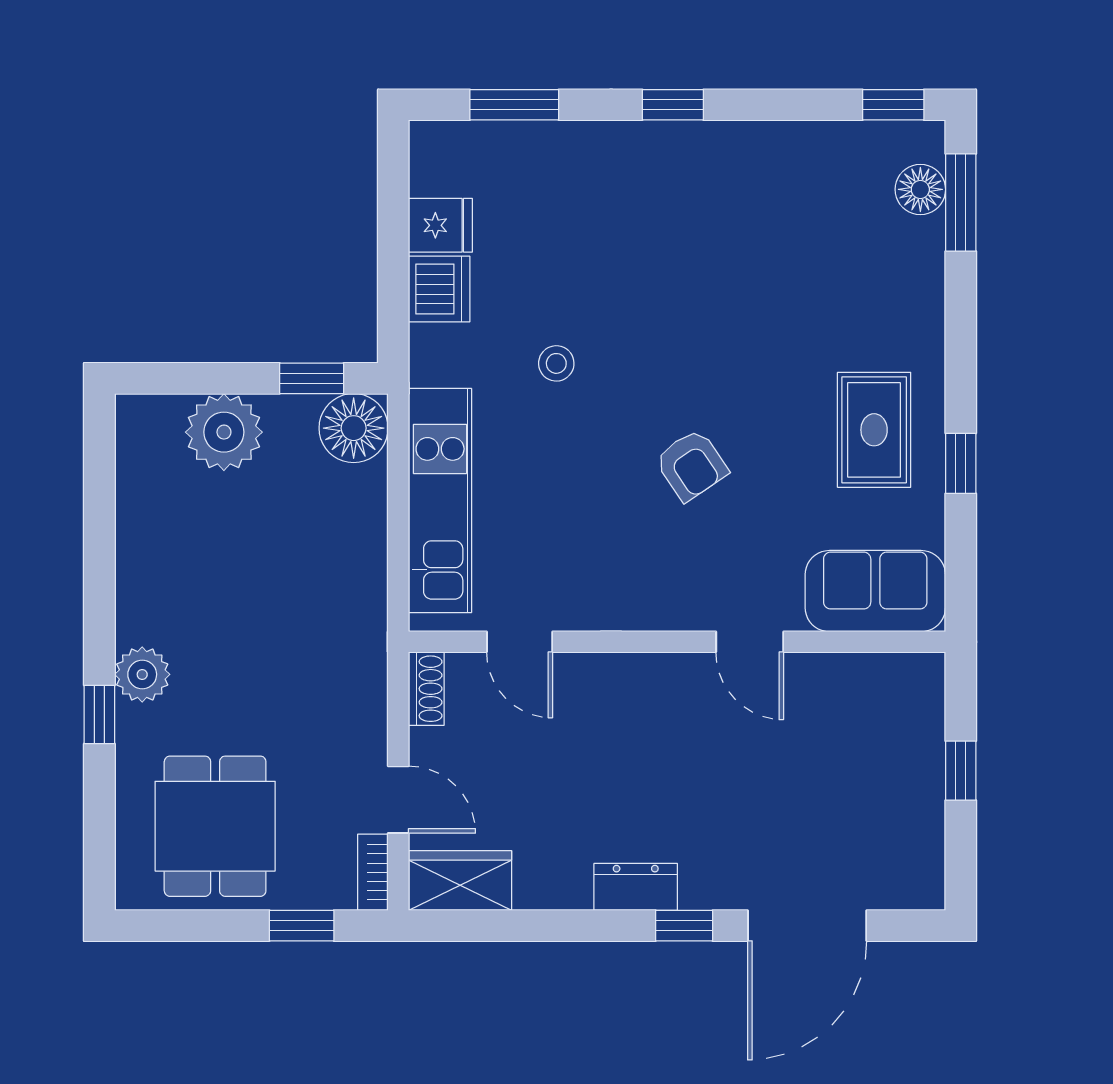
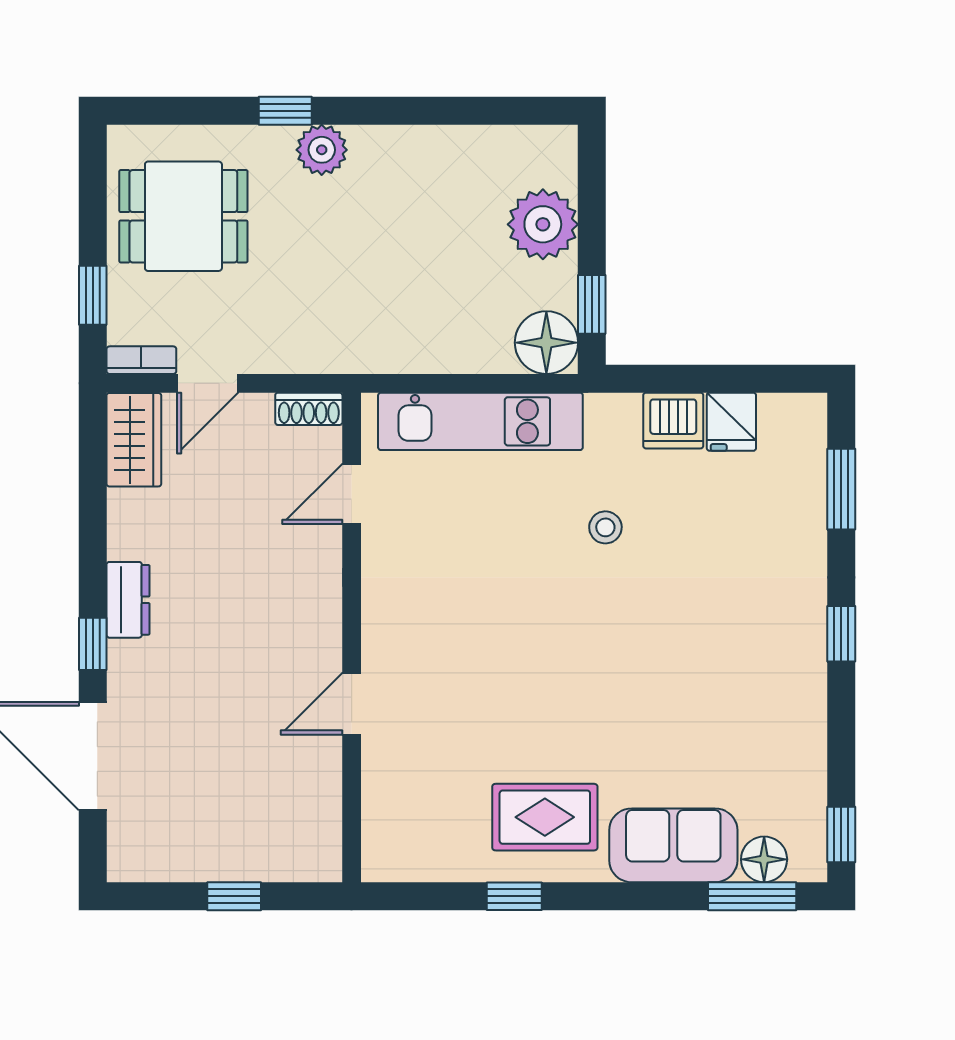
armchair: (691, 465) -> (513, 651), removed
sofa: (875, 591) -> (673, 845), moved, turned -90

